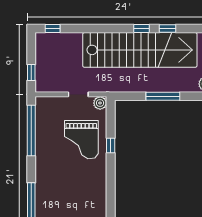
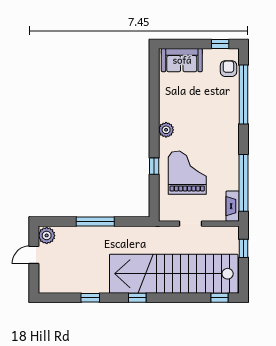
window: (141, 29) -> (137, 298), moved
stairs: (140, 50) -> (174, 274), moved
plant: (100, 103) -> (166, 130), moved
fireplace: (41, 110) -> (233, 206), added

